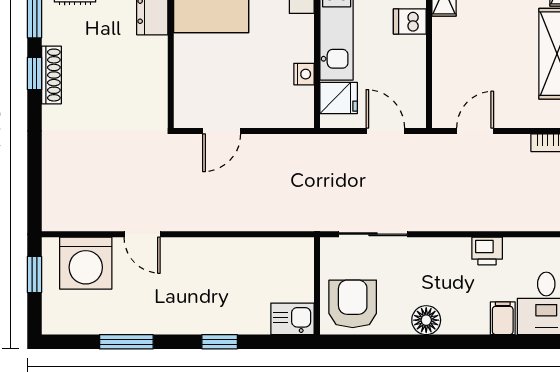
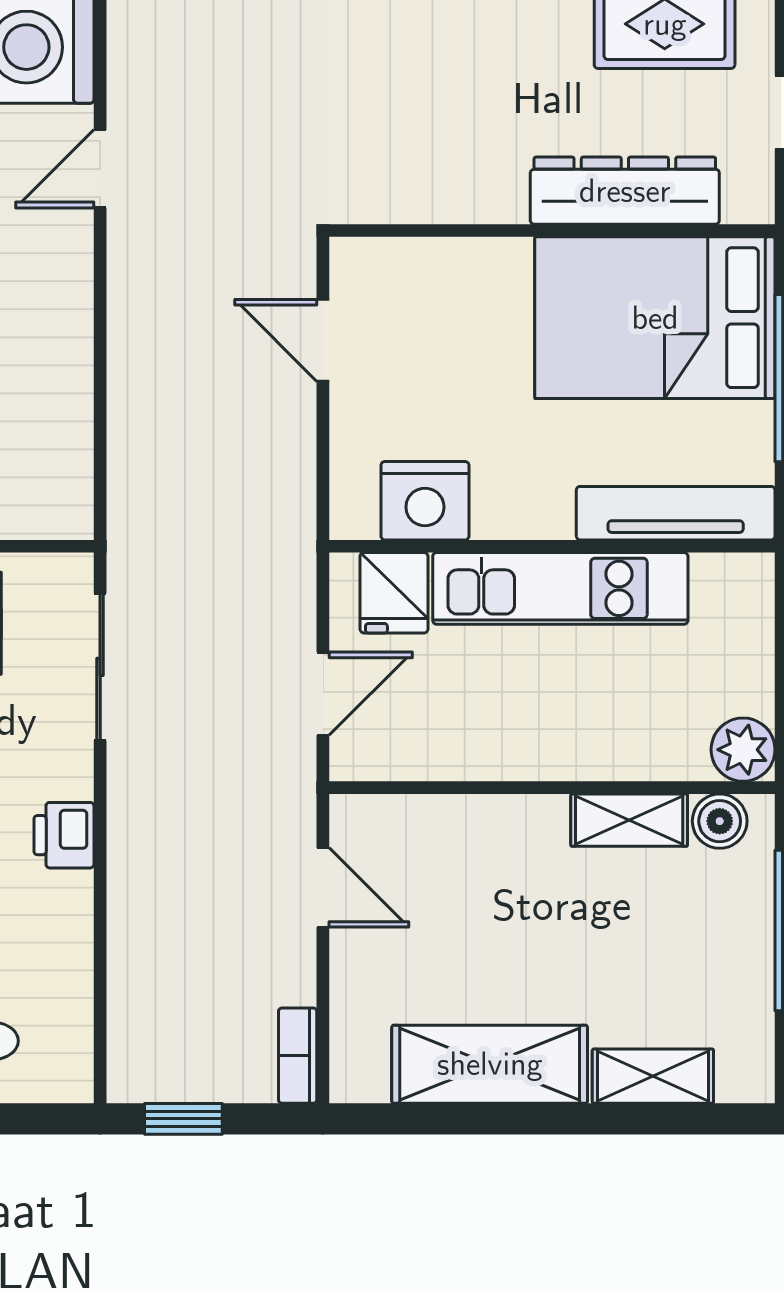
dishwasher: (410, 21) -> (559, 746), removed
nightstand: (304, 74) -> (425, 501), width x1.89, depth x1.79
printer: (487, 251) -> (64, 835), moved

